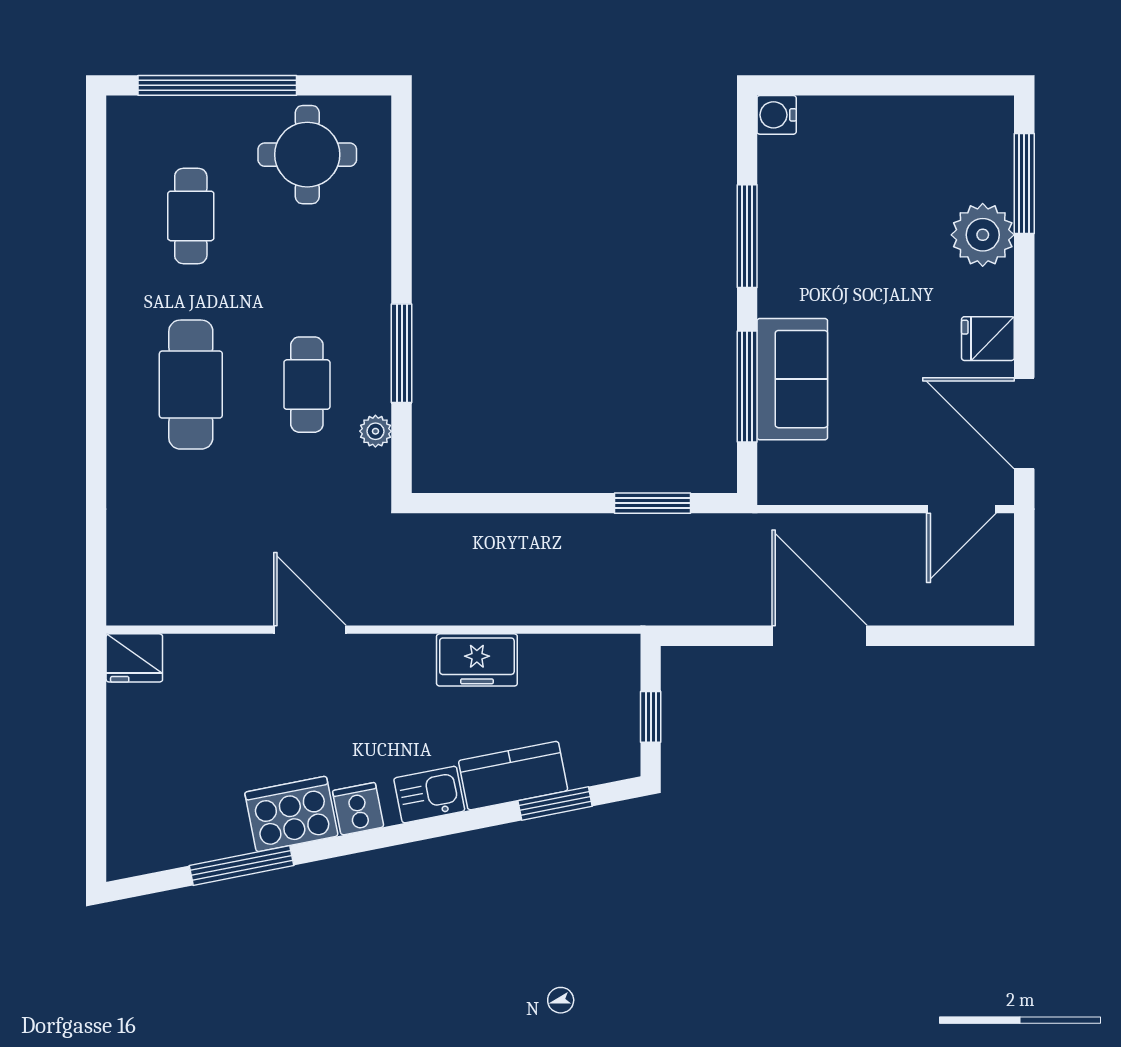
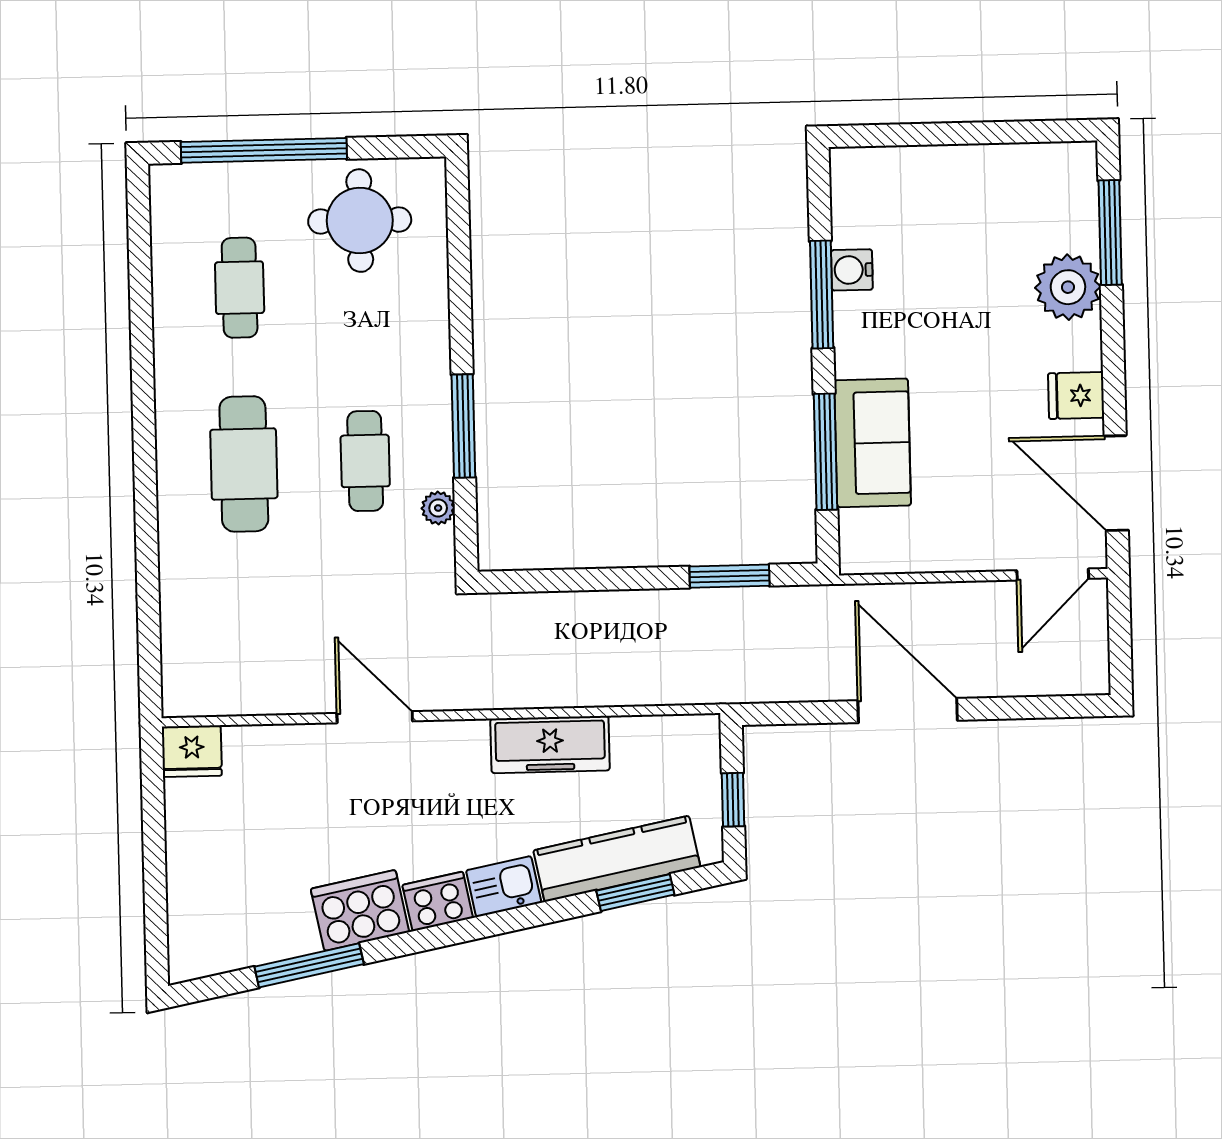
water cooler: (777, 115) -> (852, 270), moved
freezer: (477, 660) -> (550, 745), width x1.40
kitchen counter: (513, 776) -> (617, 859), width x1.50
cooker: (358, 809) -> (438, 901), width x1.36

